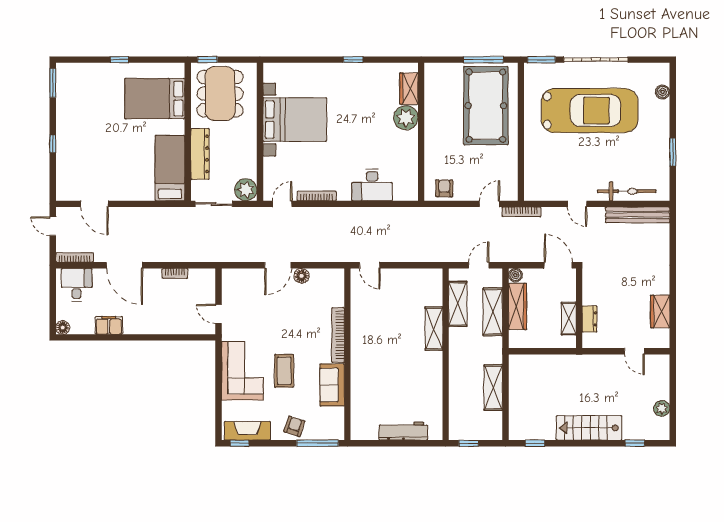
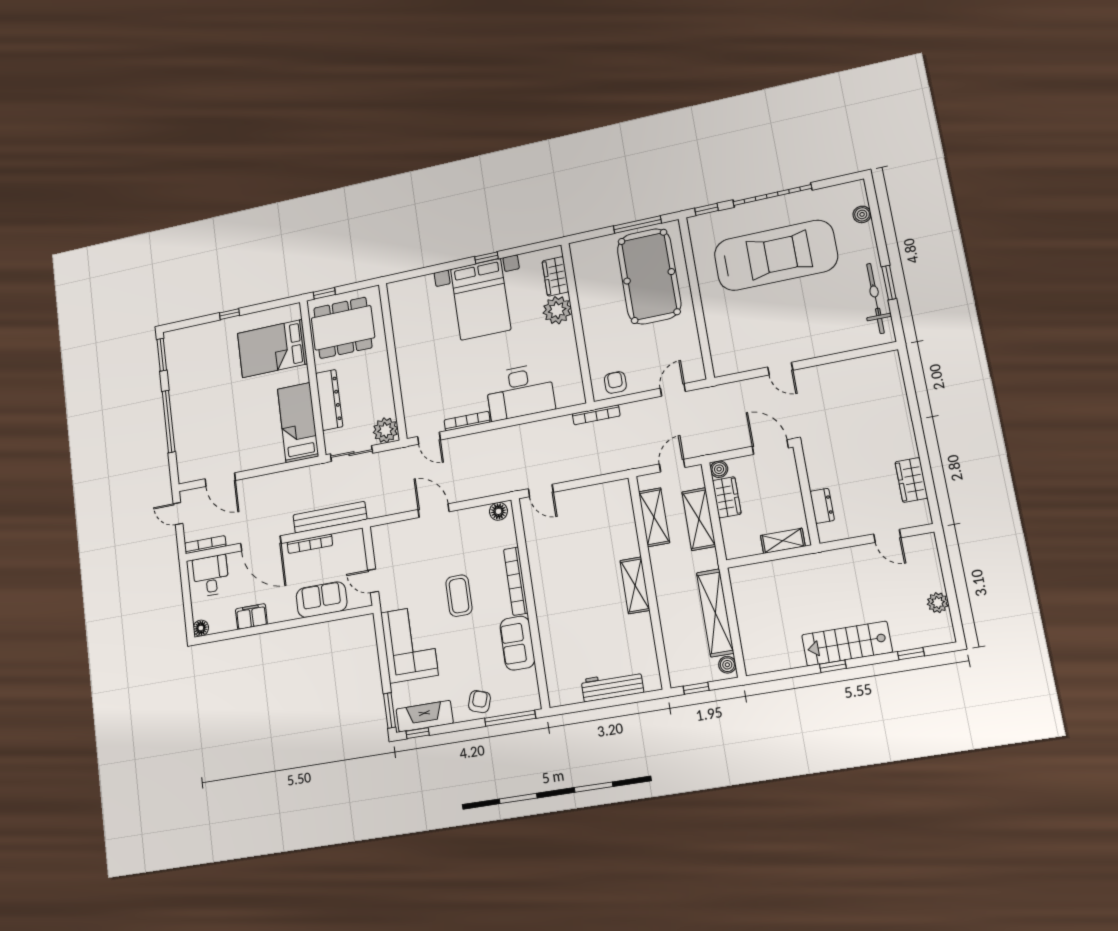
window: (541, 60) -> (707, 209), width x0.67
dining table: (220, 94) -> (343, 328), turned 90
bed with nightstands: (295, 120) -> (481, 299), moved, turned 90
window: (53, 144) -> (169, 421), width x3.17
desk: (372, 185) -> (520, 392), width x1.36, depth x1.30
bicycle: (627, 191) -> (875, 298), moved, turned -90
door: (282, 204) -> (429, 438), swing flipped
bookcase: (521, 212) -> (596, 415), moved
bench: (638, 215) -> (330, 517), moved
door: (278, 265) -> (434, 511), swing flipped
bookcase: (175, 273) -> (310, 544), width x1.56
floor lamp: (302, 276) -> (498, 511), moved
wardrobe: (518, 306) -> (727, 497), width x0.67
shelving: (569, 319) -> (783, 541), moved, turned 90
sofa: (172, 322) -> (322, 600), added
shelving: (434, 329) -> (635, 585), moved
coffee table: (284, 371) -> (459, 596), moved
shelving: (493, 388) -> (715, 613), width x1.47
window: (218, 422) -> (389, 710), added
boiler: (496, 429) -> (727, 665), added
window: (535, 443) -> (833, 666), moved

